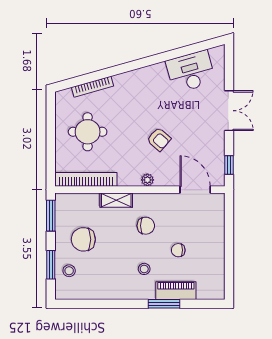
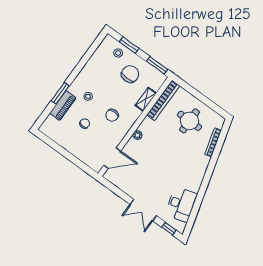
armchair: (159, 139) -> (156, 158), removed
window: (229, 165) -> (169, 229), moved
shelving: (116, 200) -> (146, 99), moved

